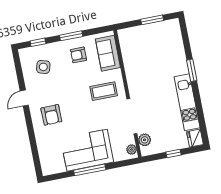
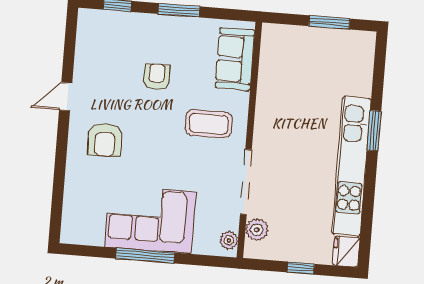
armchair: (78, 55) -> (157, 77), moved, turned 90
side table: (43, 67) -> (114, 51), removed
kitchen unit: (187, 102) -> (351, 166), width x1.36

